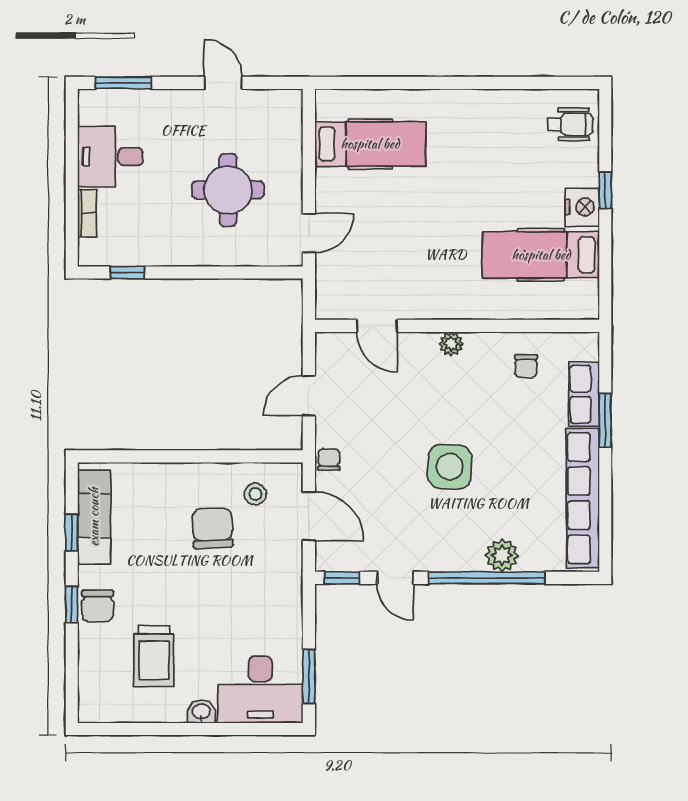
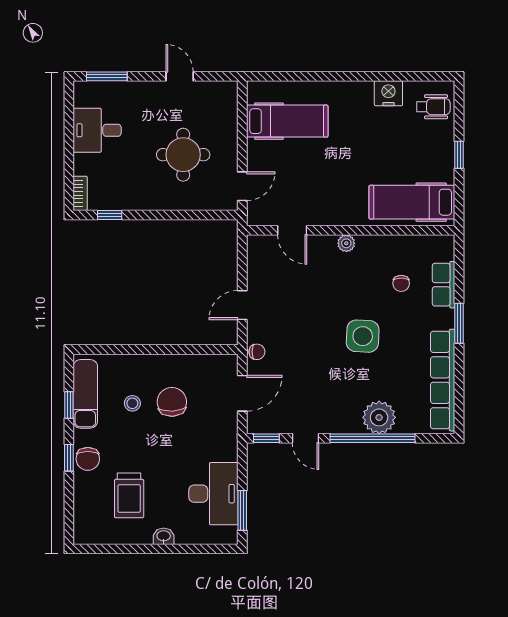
nightstand: (582, 207) -> (388, 93), moved, turned -90
bookcase: (87, 213) -> (80, 193), moved
door: (377, 326) -> (292, 230), moved
wall: (457, 326) -> (351, 230), moved
plant: (451, 344) -> (346, 243), moved
row of seats: (584, 394) -> (444, 285), moved
chair: (329, 460) -> (257, 352), turned 90
side table: (450, 467) -> (363, 336), moved
stool: (255, 494) -> (132, 403), moved
door: (309, 516) -> (242, 393), hinge flipped
plant: (502, 555) -> (379, 417), width x1.36, depth x1.36
desk: (260, 690) -> (213, 494), moved, turned -90

